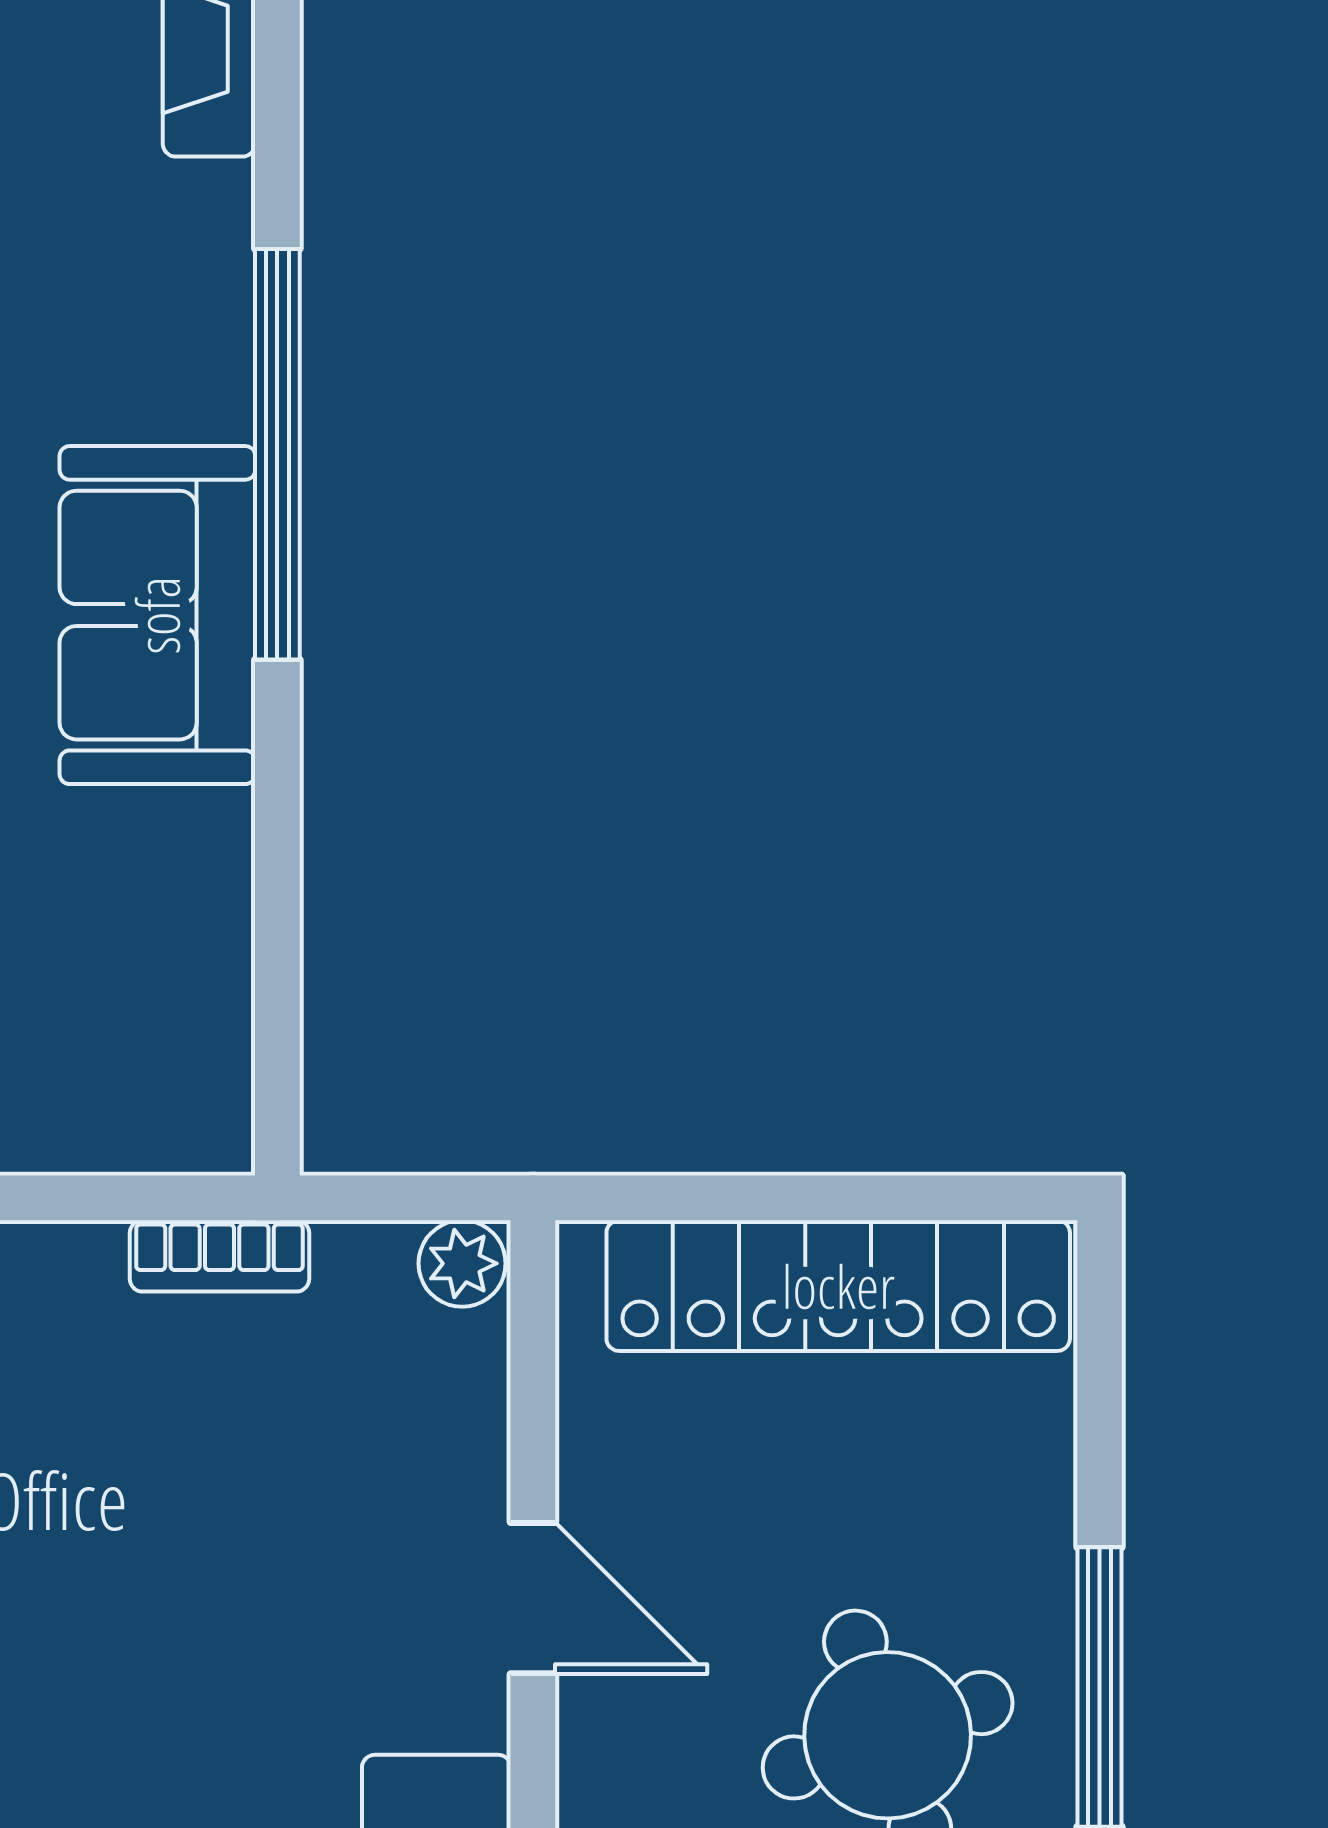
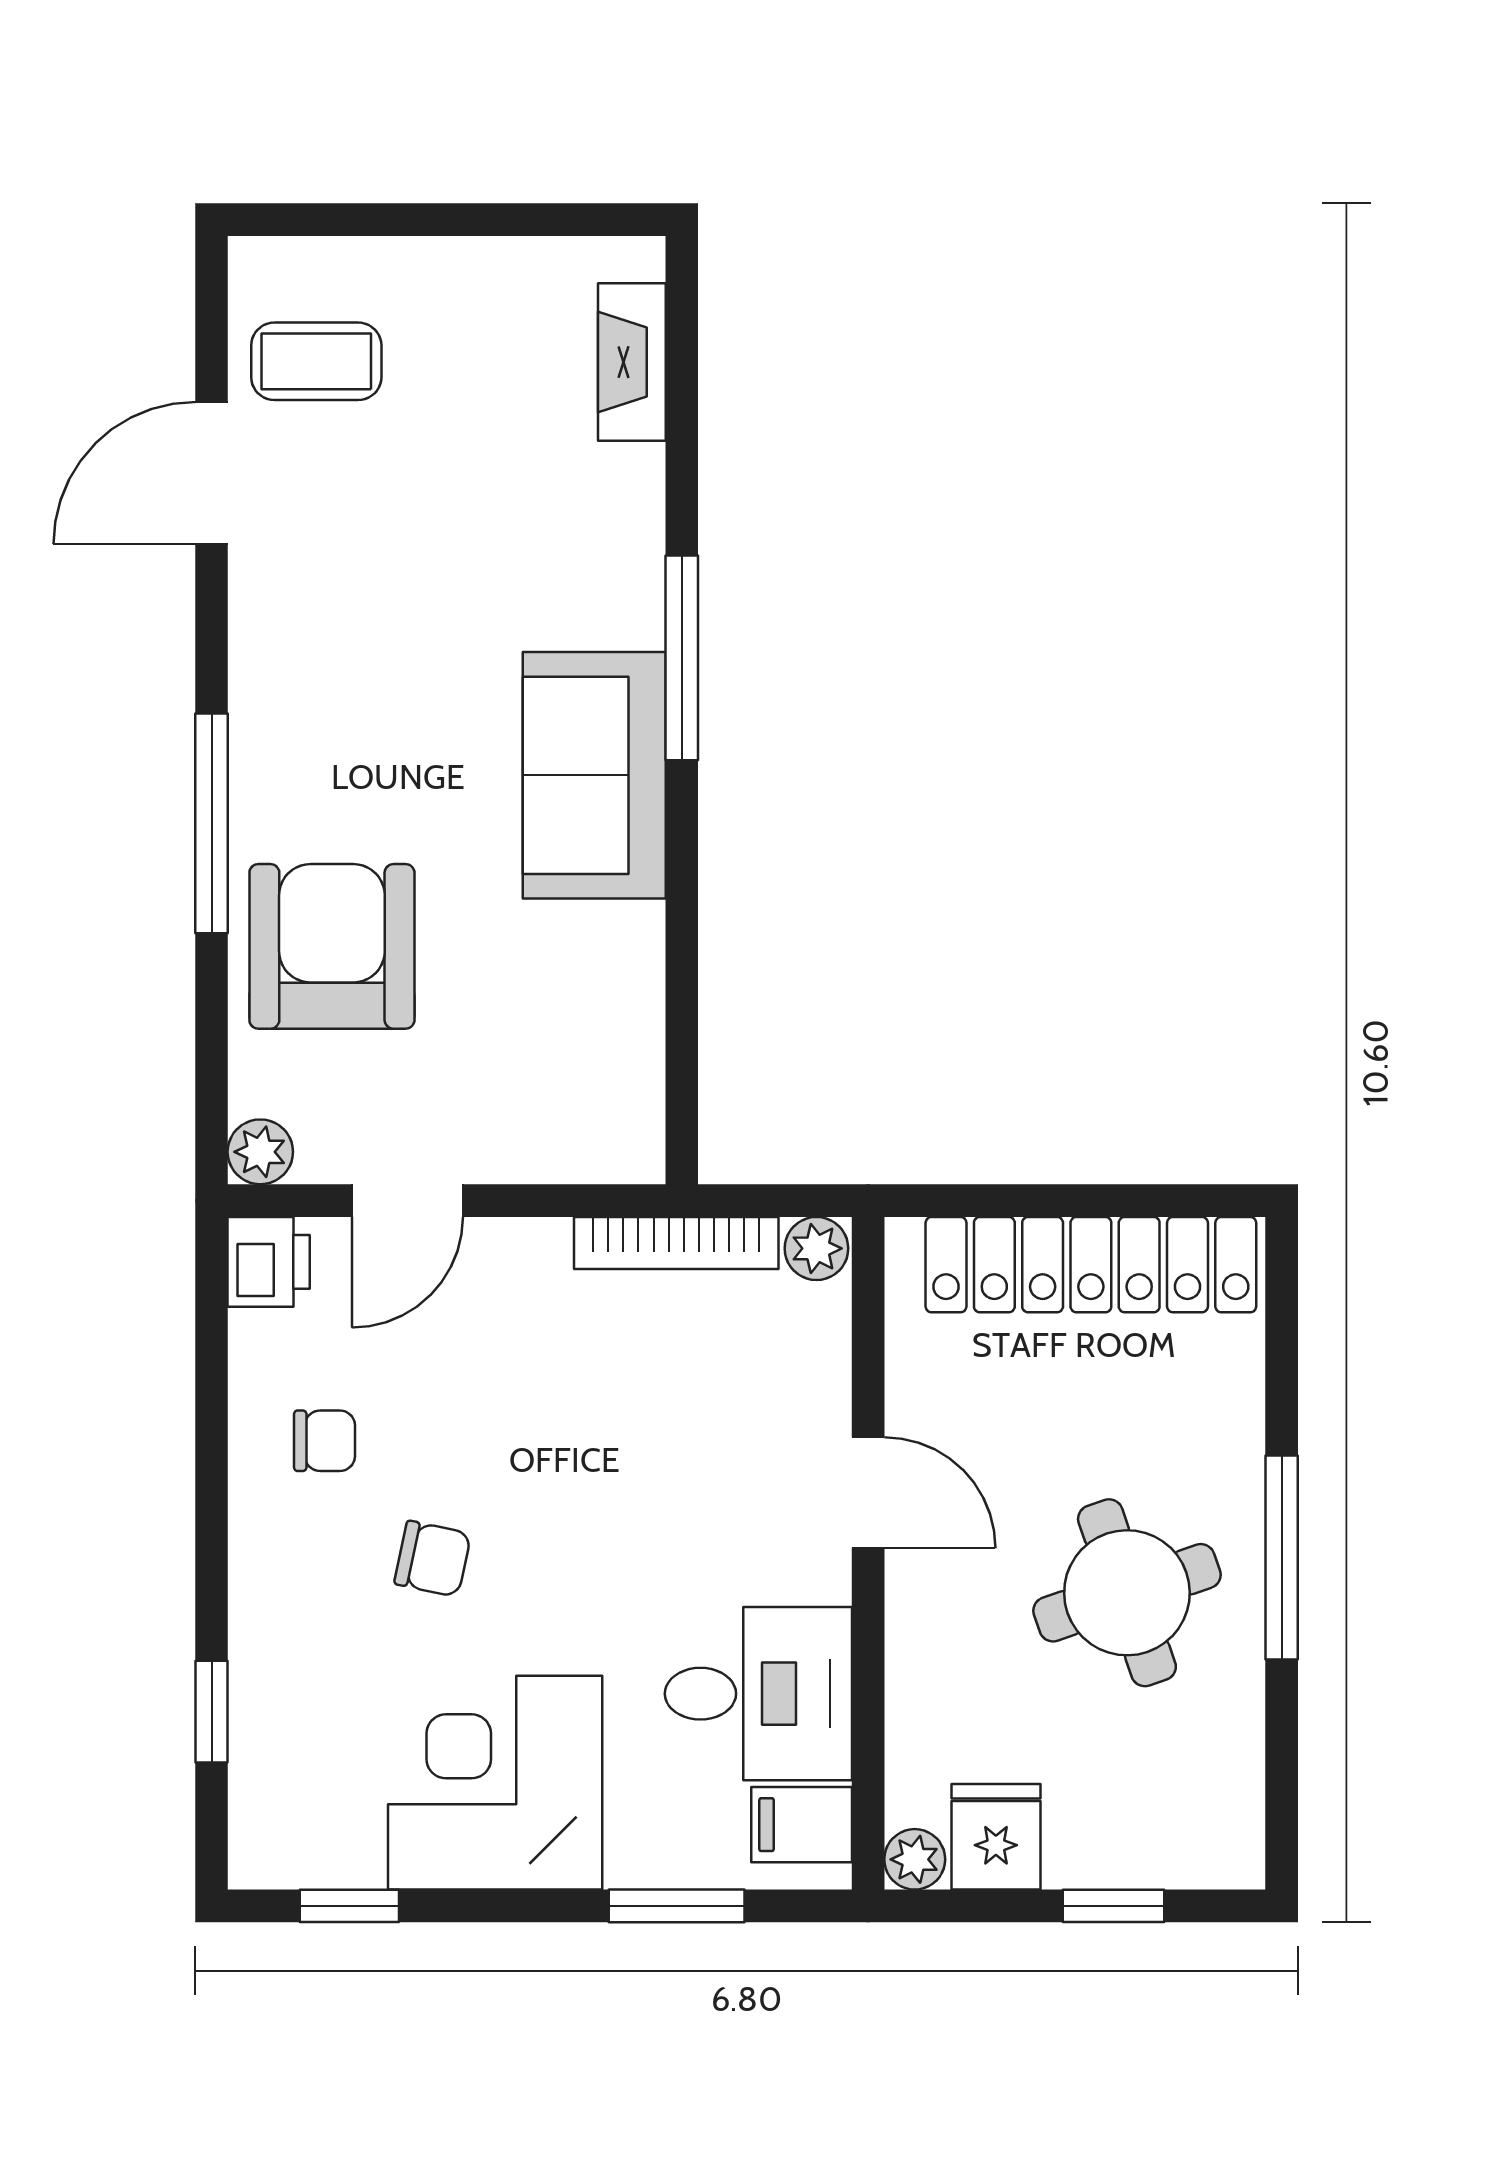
window: (277, 454) -> (682, 658), width x0.68
bookcase: (219, 1256) -> (676, 1243), width x1.56

